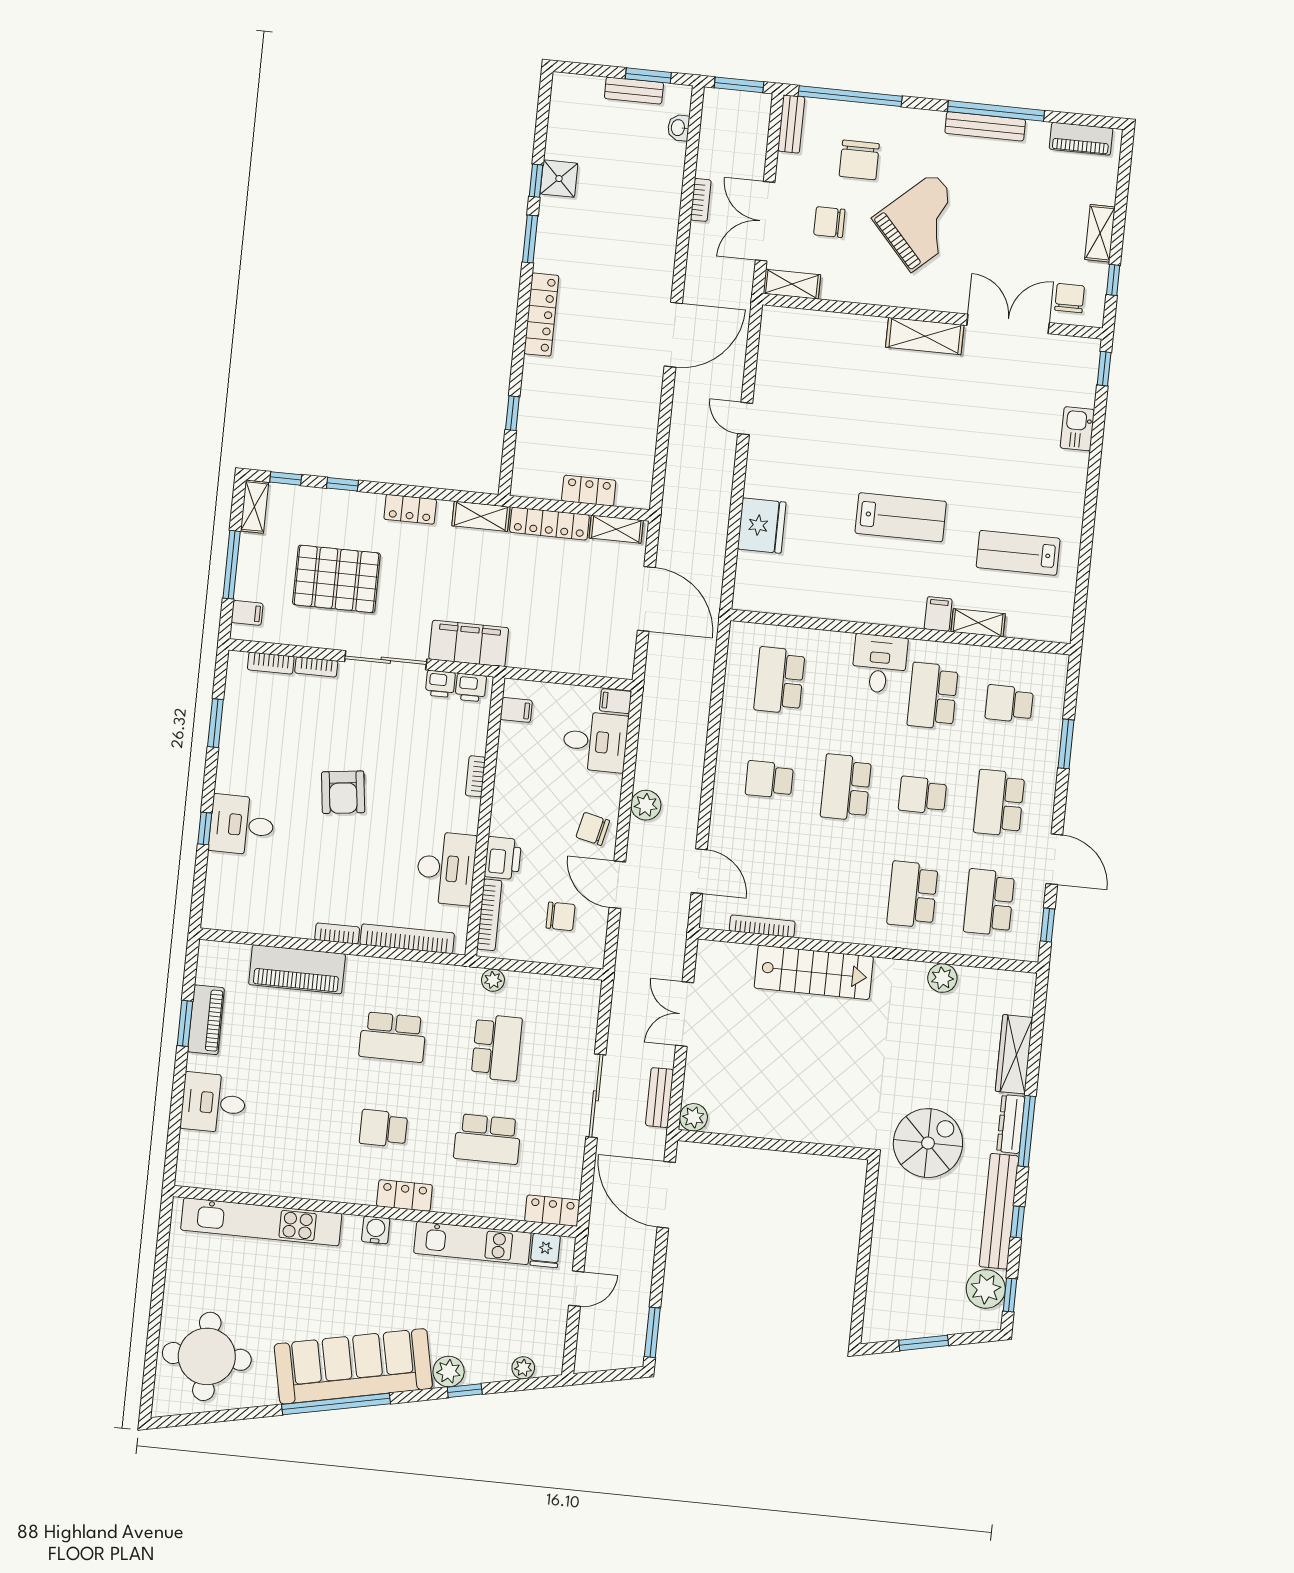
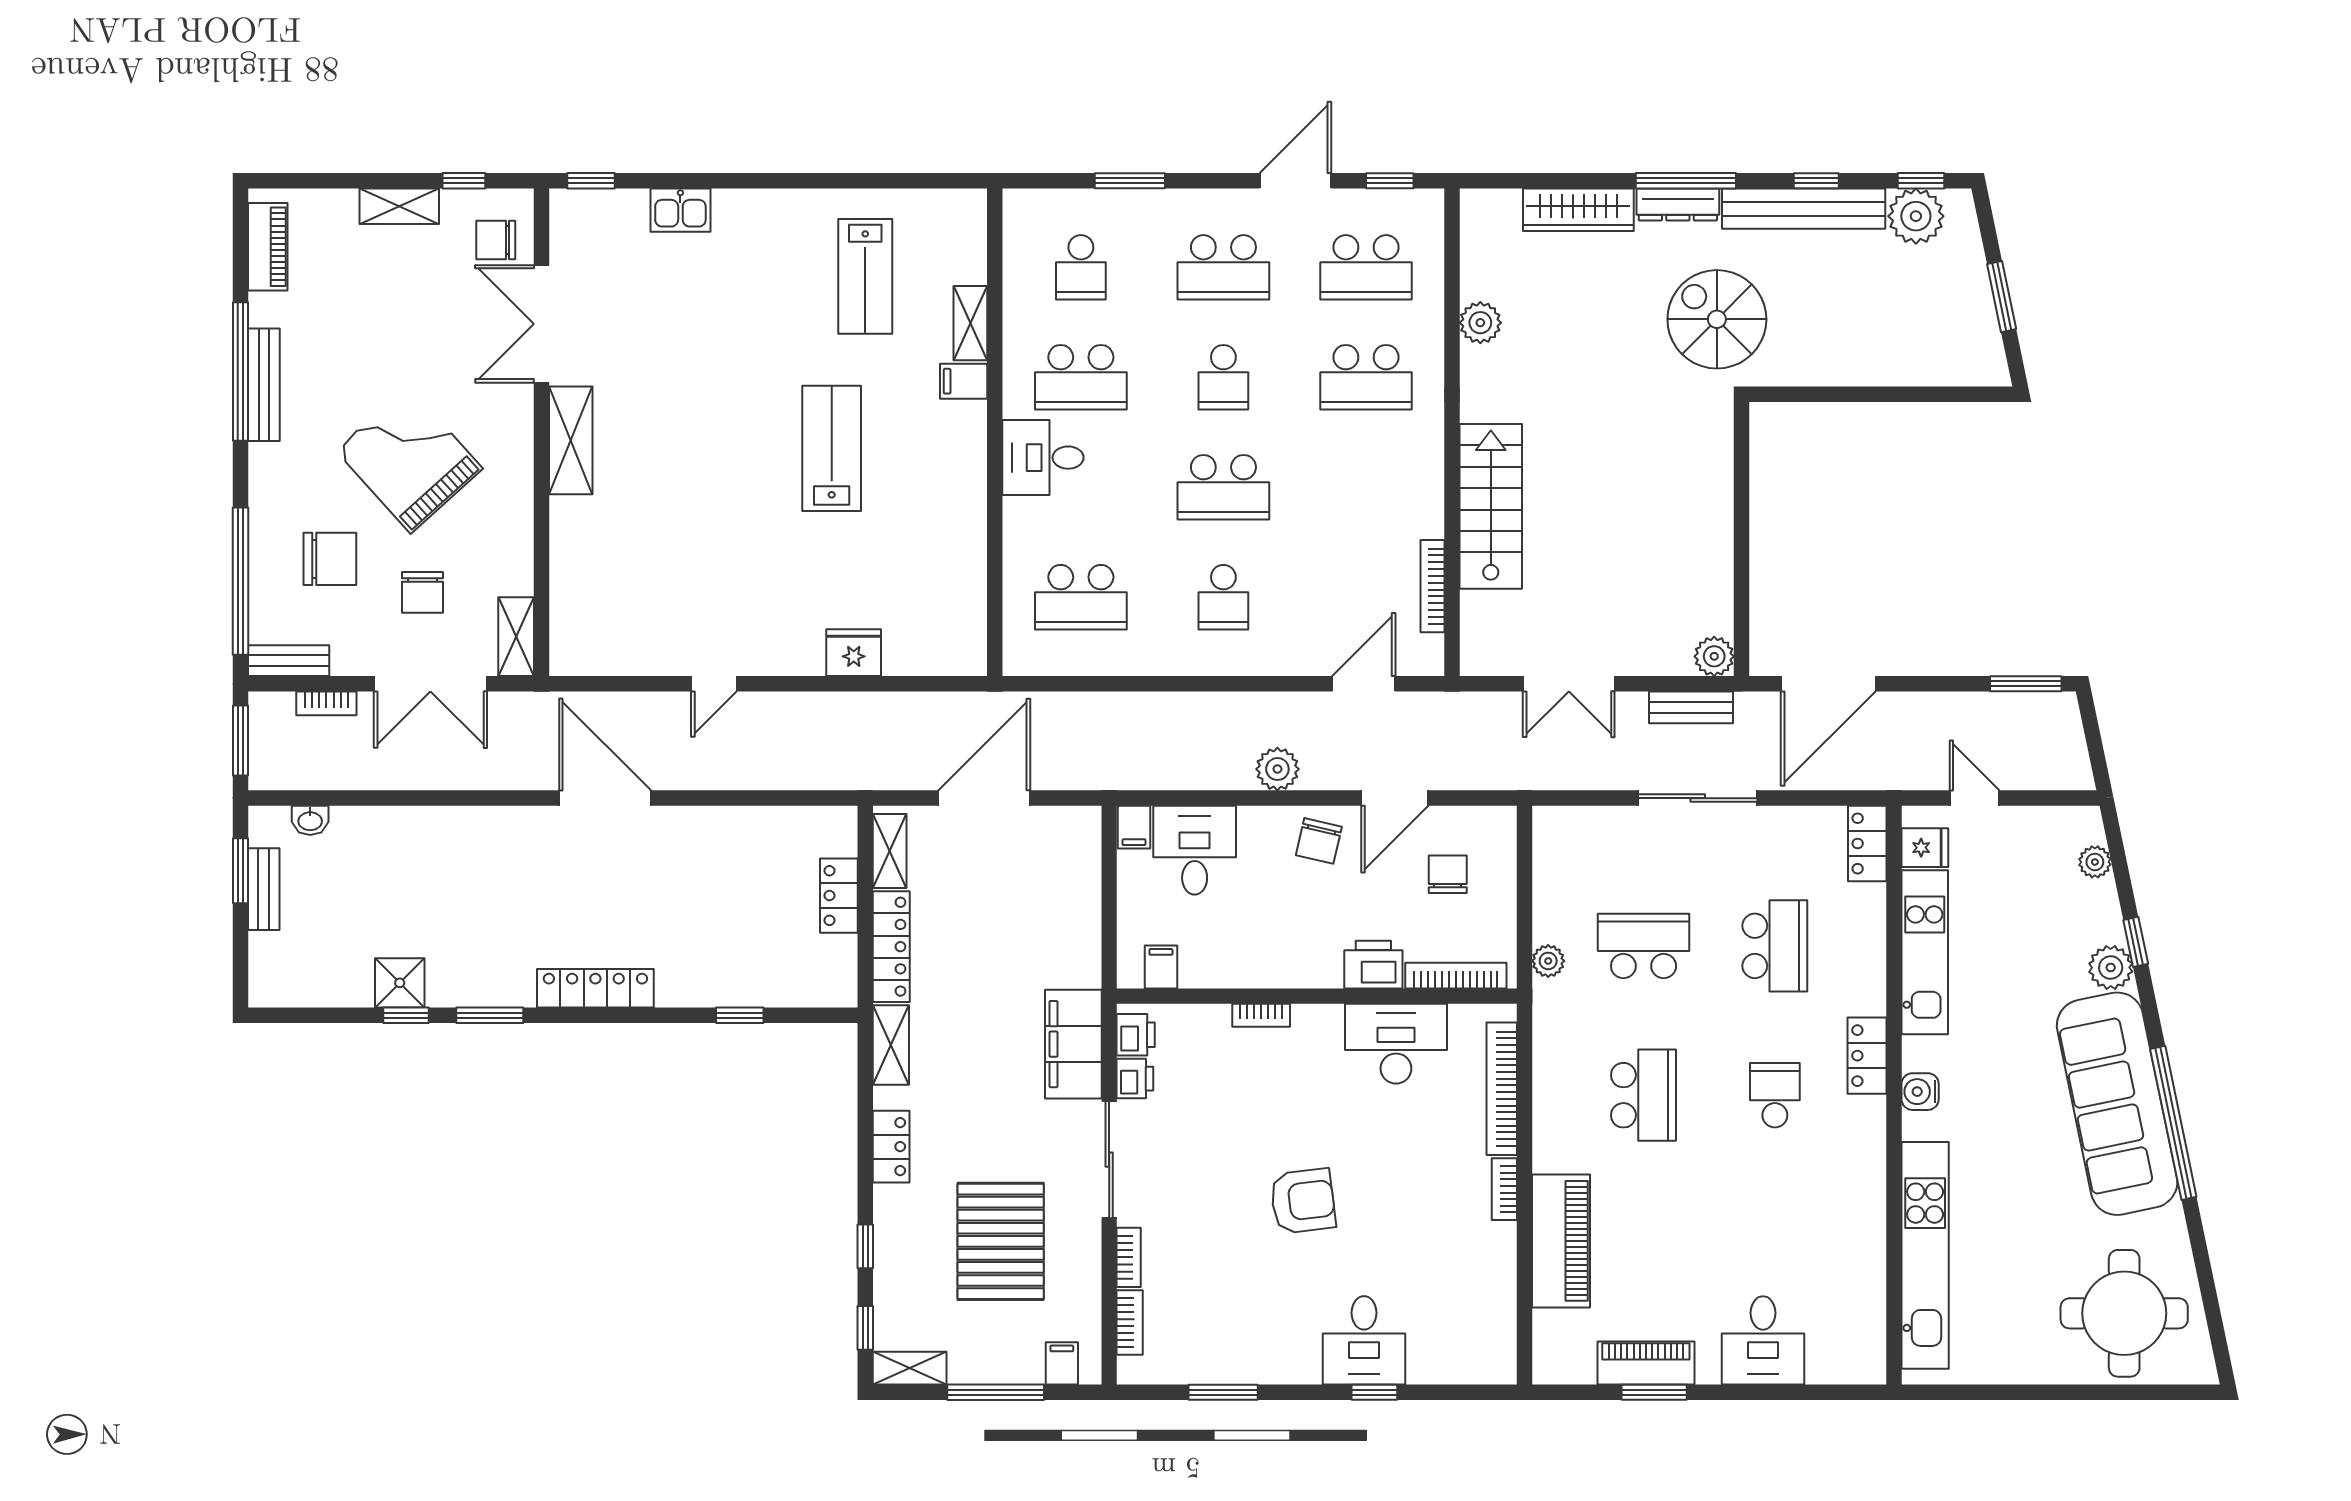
bookcase: (701, 200) -> (326, 703), moved, turned 180
fridge: (762, 526) -> (854, 653), width x0.73, depth x0.75
school desk: (383, 1129) -> (1775, 1095), turned 180

